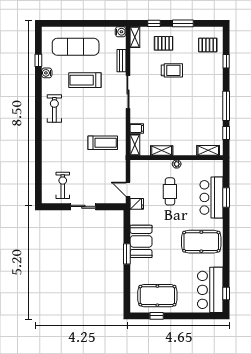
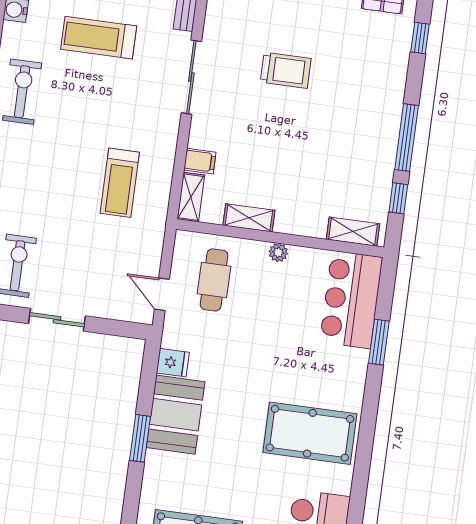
trolley: (172, 70) -> (286, 70), moved
treadmill: (103, 143) -> (120, 183), turned 90
cafe table: (170, 191) -> (214, 280), moved
bar counter: (211, 197) -> (351, 300), moved
fridge: (137, 204) -> (173, 363), moved

